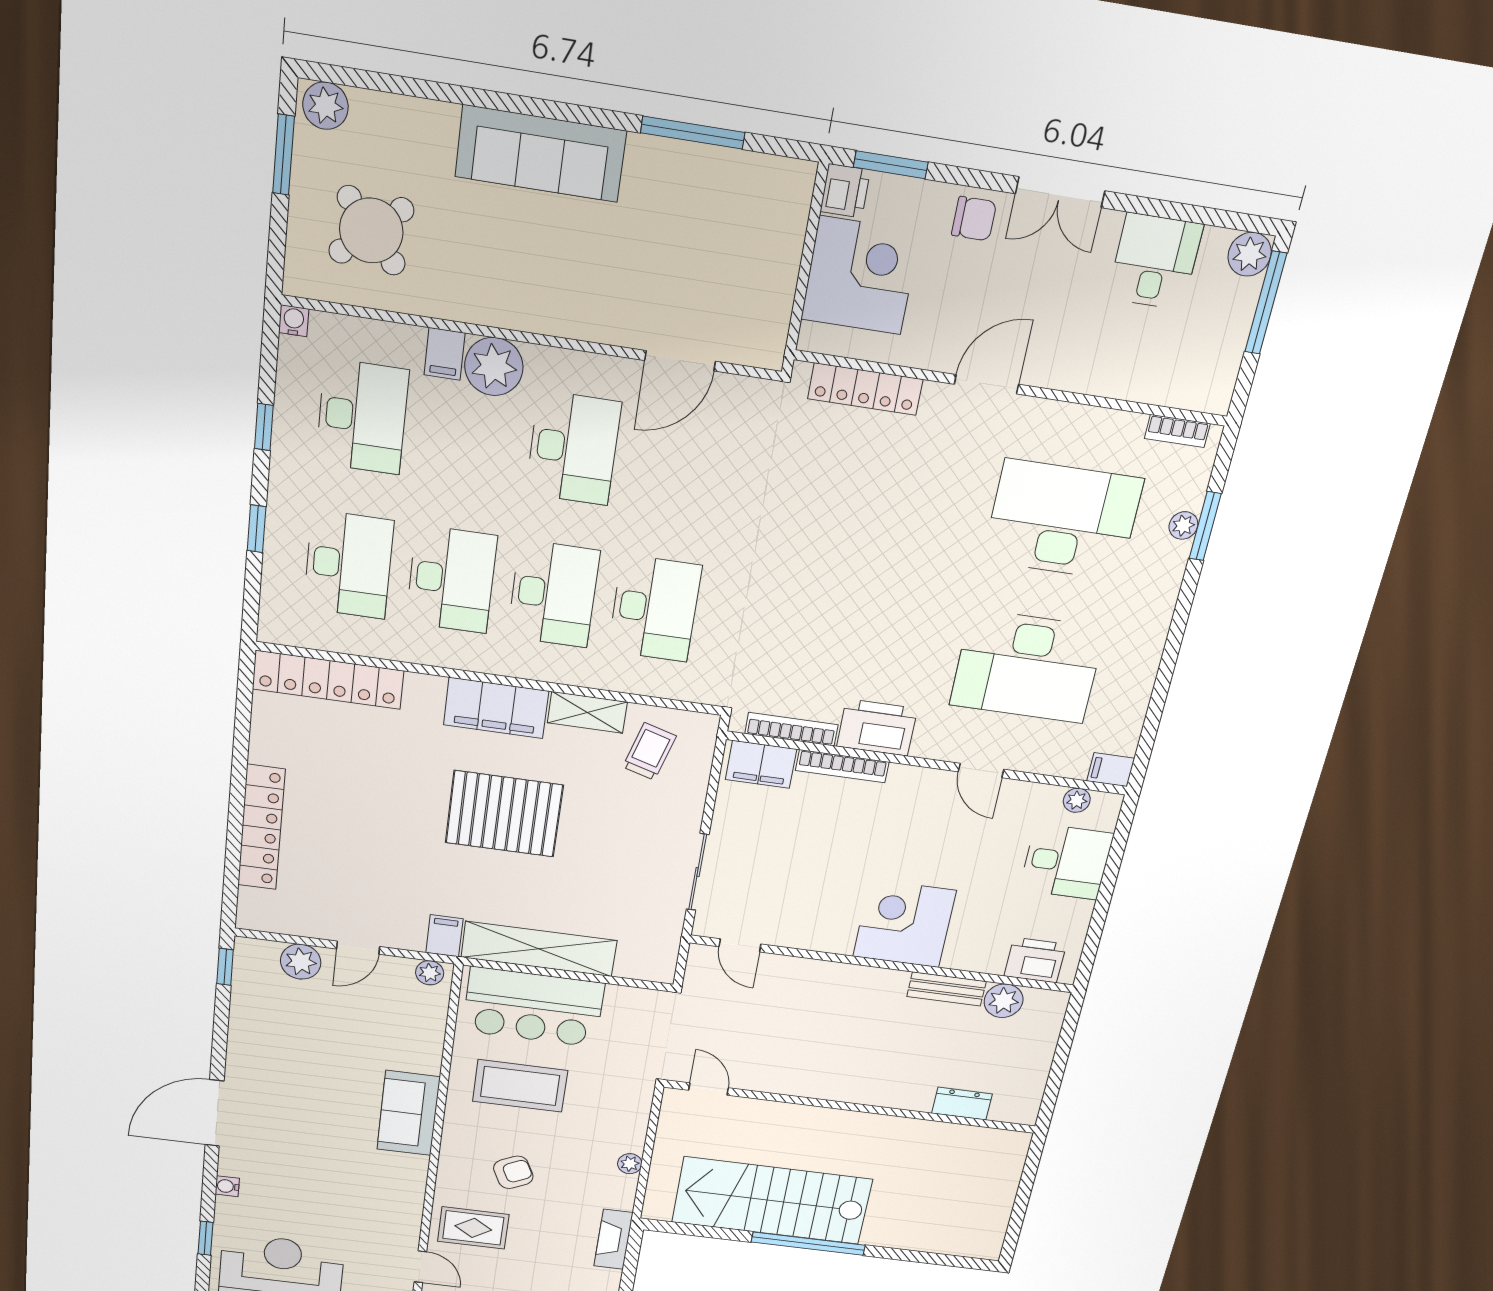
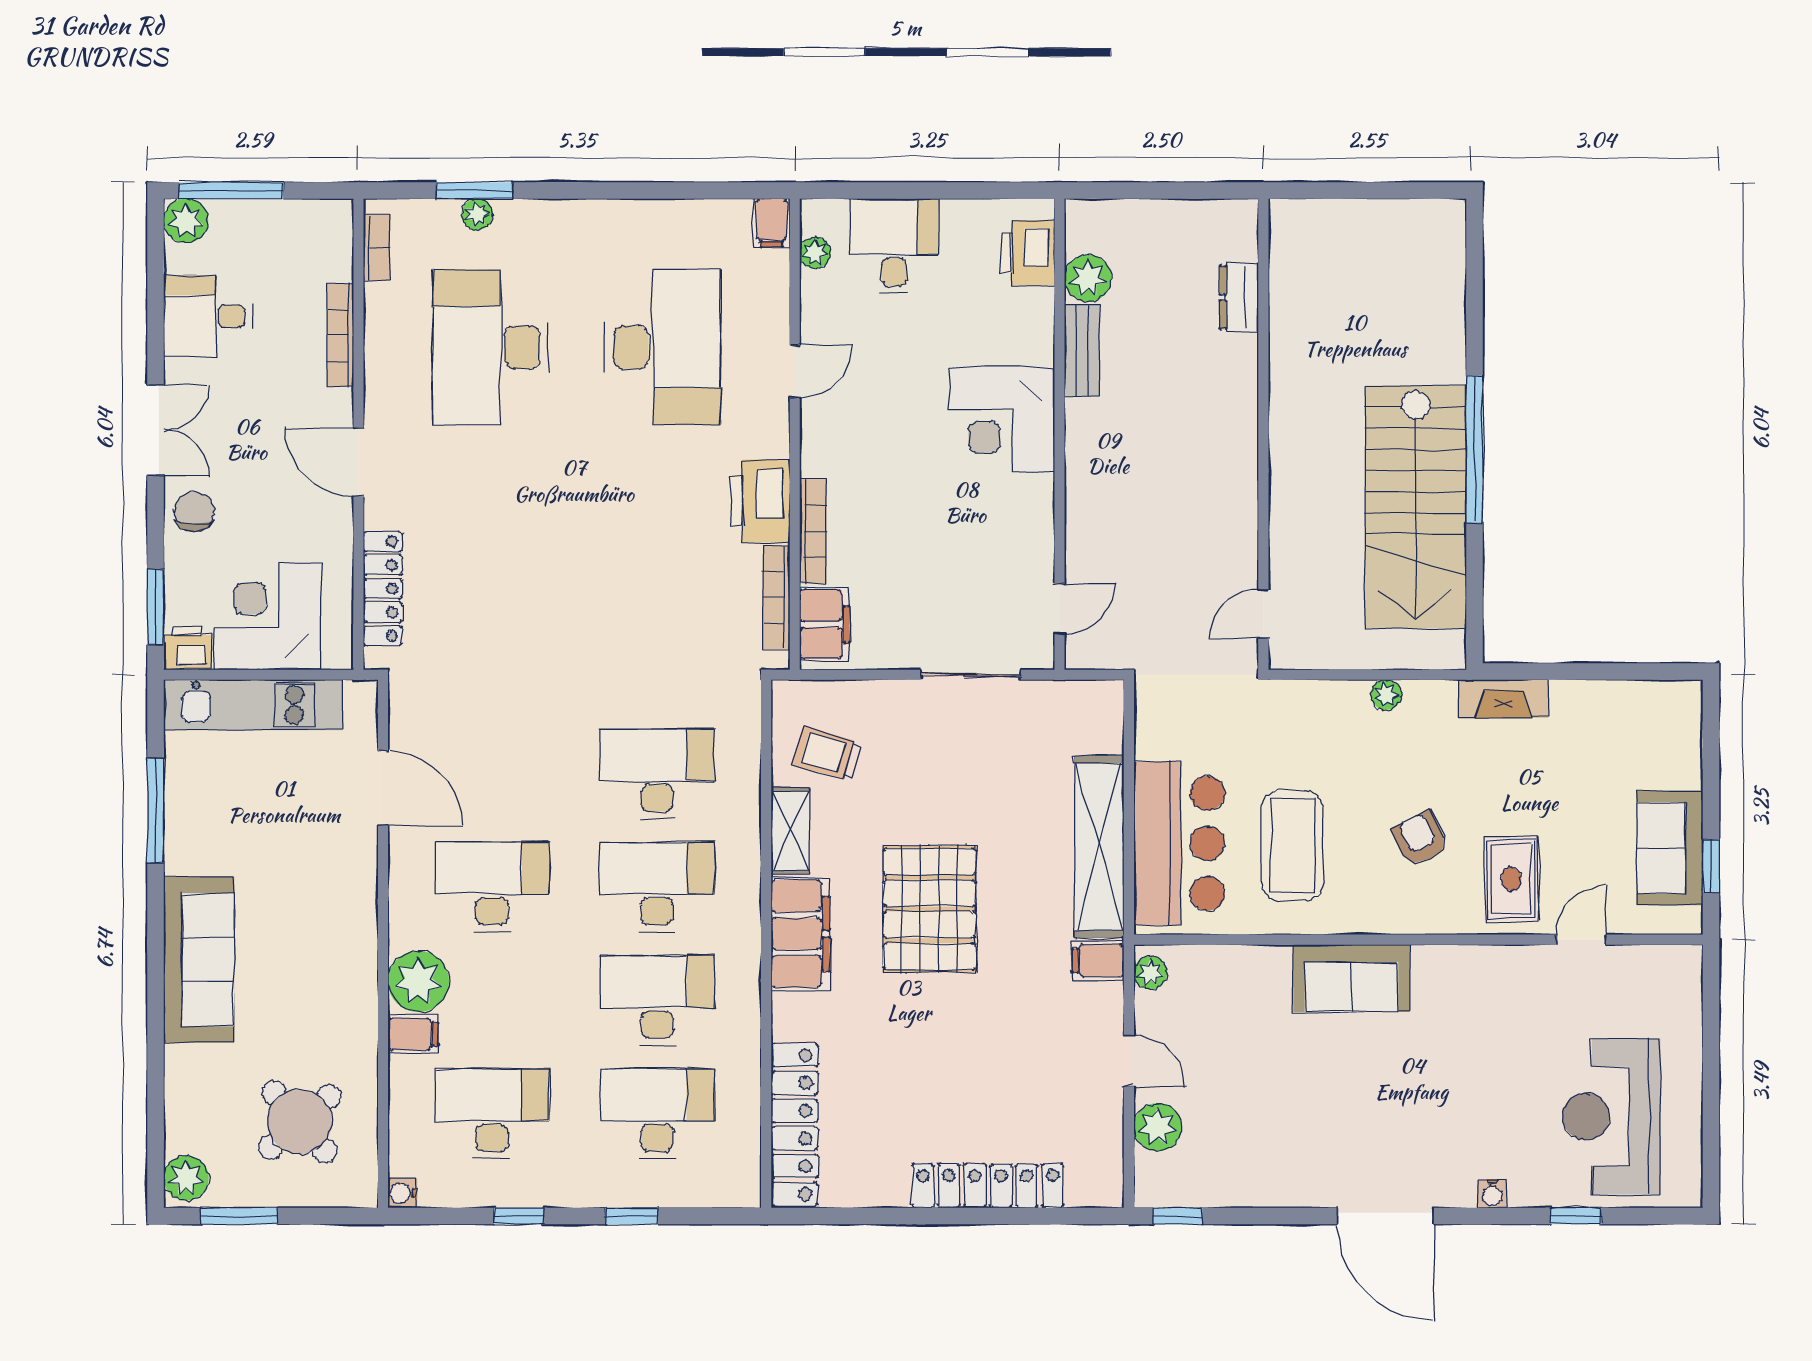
kitchen unit: (779, 248) -> (253, 705), added
bookcase: (1107, 385) -> (341, 335), added

